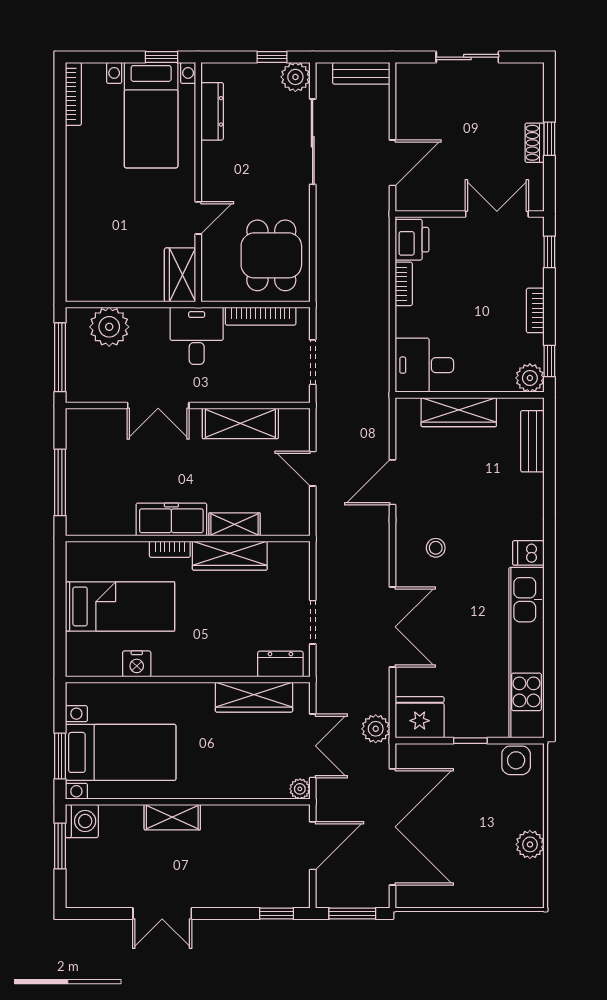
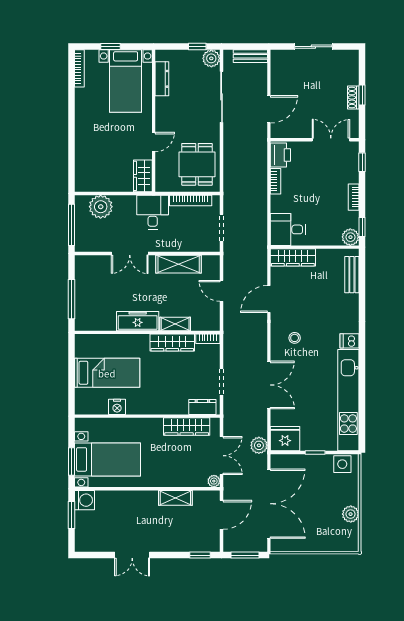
window: (162, 57) -> (110, 47), moved
wardrobe: (459, 412) -> (293, 257), moved
bookcase: (170, 549) -> (208, 339), moved
shelving: (172, 817) -> (175, 498), moved

